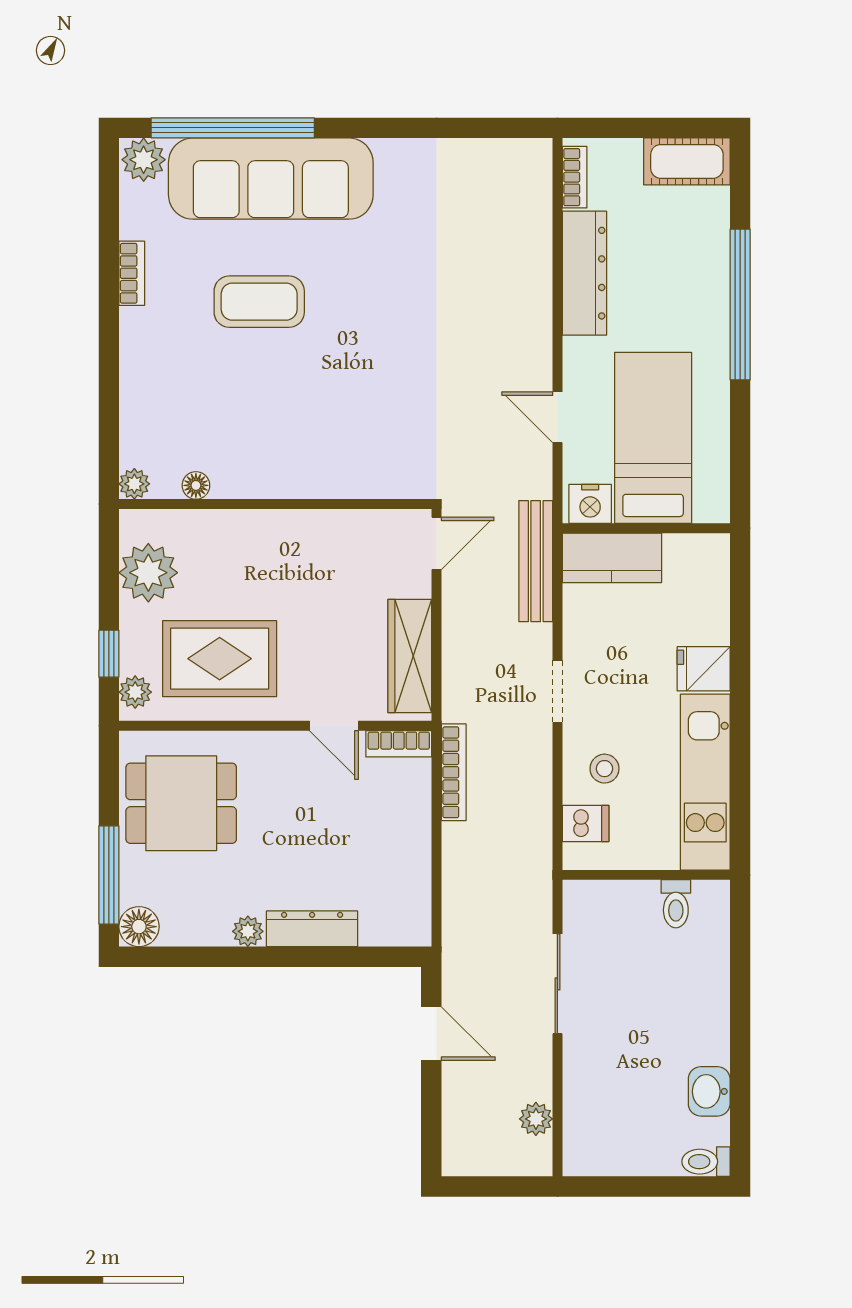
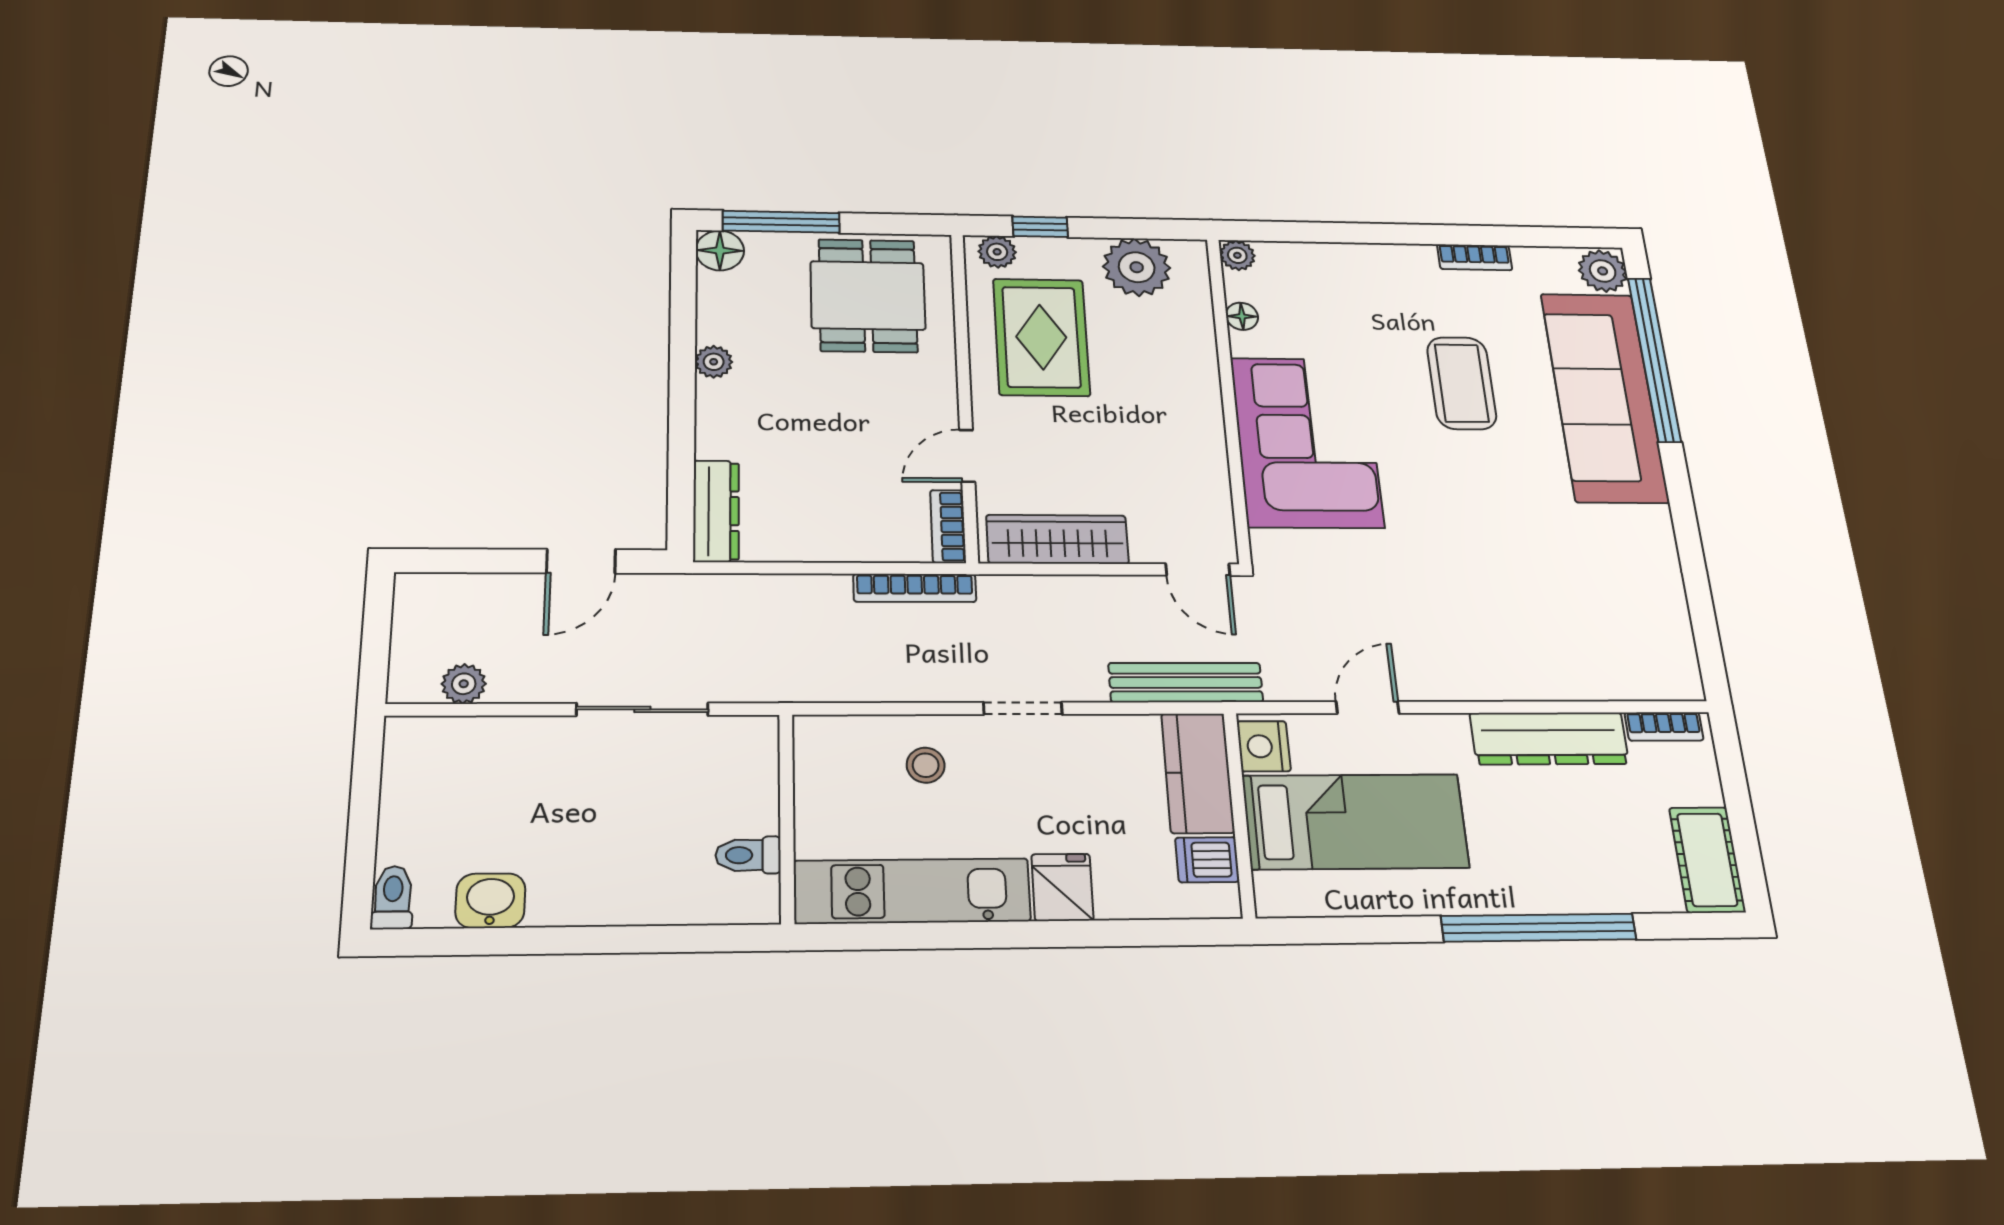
corner sofa: (318, 442) -> (1306, 442), added
dishwasher: (586, 823) -> (1207, 860), moved, turned 90
dresser: (312, 929) -> (716, 511), moved

